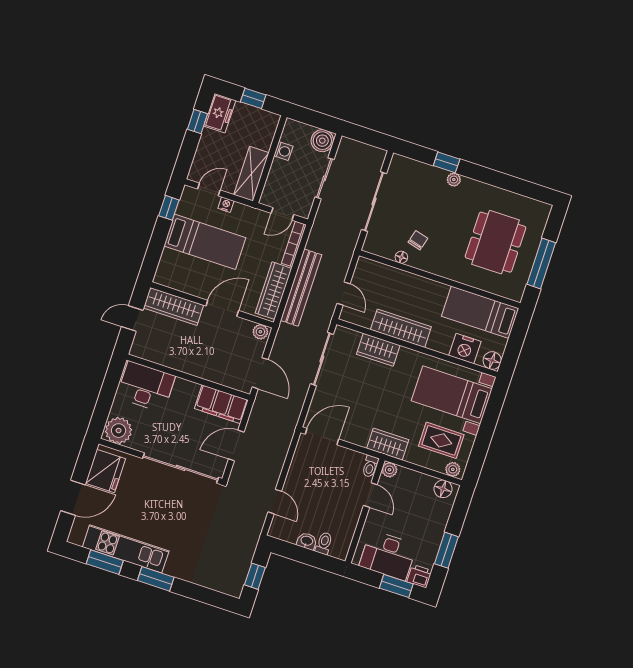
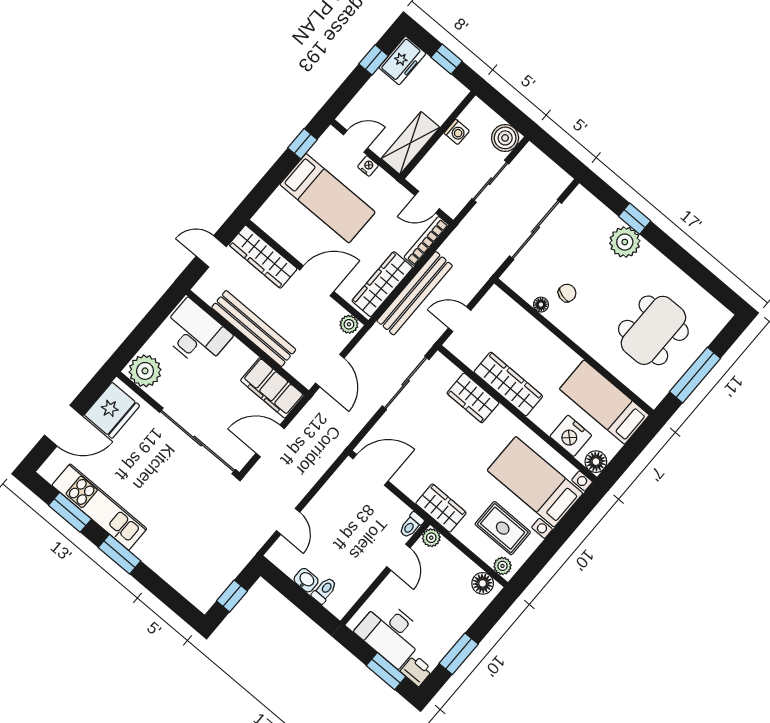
plant: (454, 180) -> (625, 242), width x1.87, depth x1.87
door: (344, 293) -> (460, 319), swing flipped
bench: (189, 364) -> (254, 329), added

